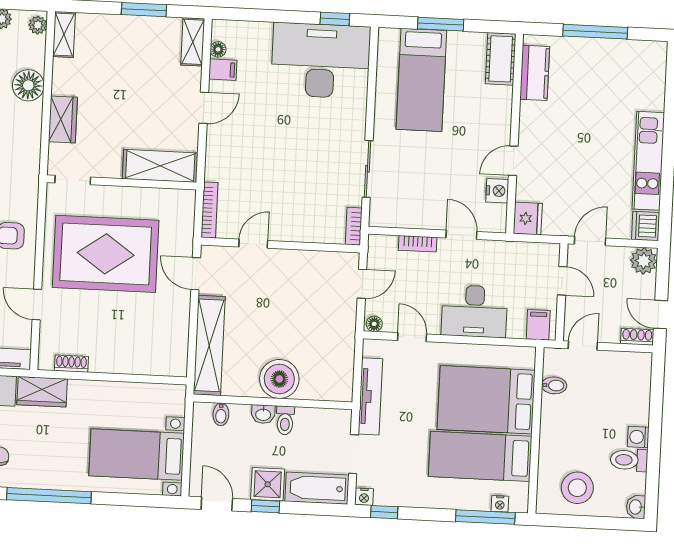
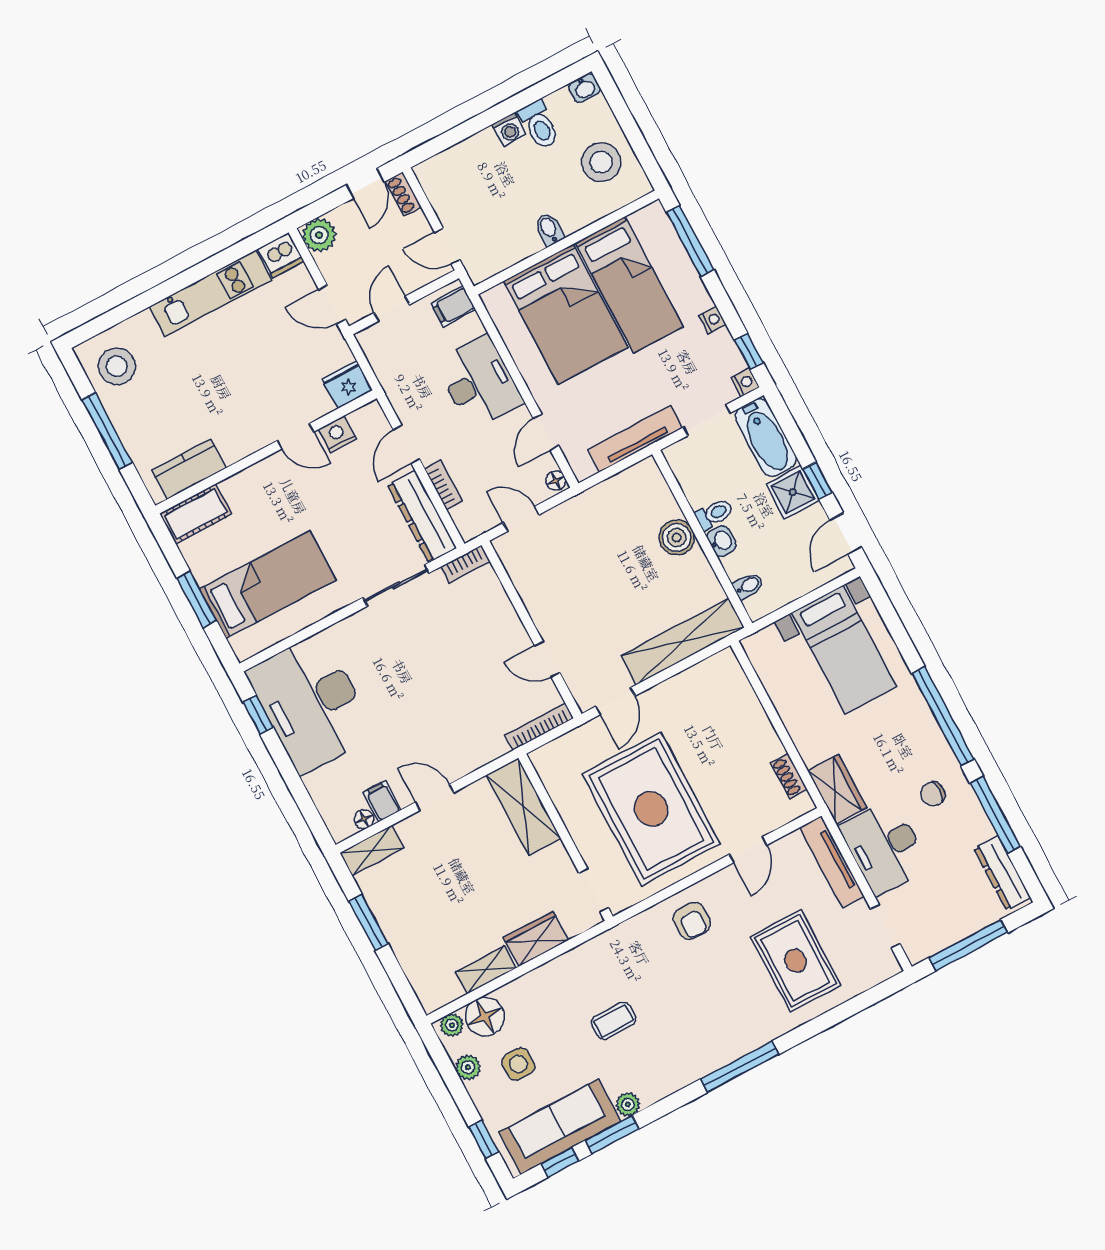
shelving: (64, 34) -> (486, 970), moved
stool: (636, 65) -> (117, 366), added
floor lamp: (28, 85) -> (485, 1017), moved
dresser: (405, 216) -> (422, 516), added
boiler: (279, 379) -> (677, 537), width x0.73, depth x0.73
bidet: (554, 385) -> (549, 229), moved
nightstand: (500, 504) -> (713, 320), moved

